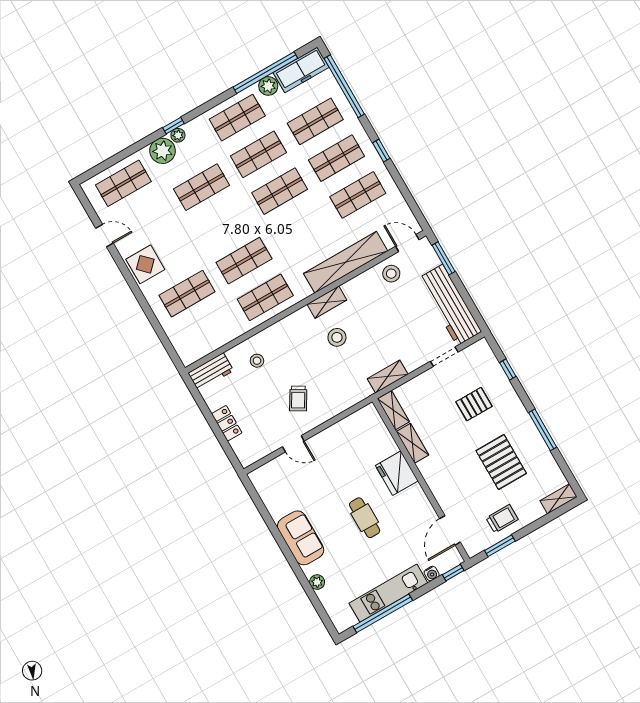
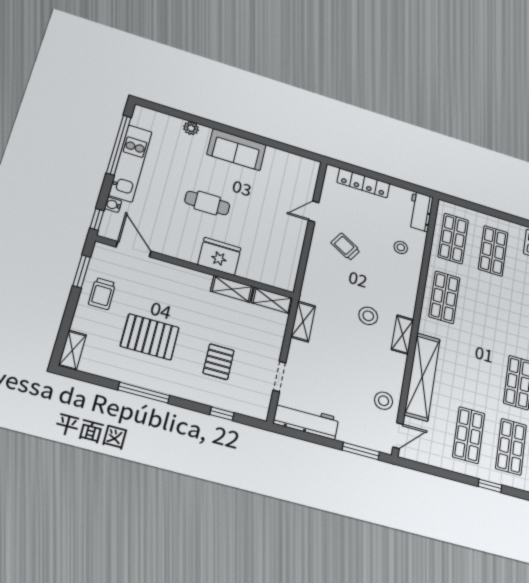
shop shelf: (244, 261) -> (453, 238), moved
workbench: (450, 305) -> (306, 421), width x0.73, depth x0.76
locker: (227, 423) -> (363, 183), width x1.53

